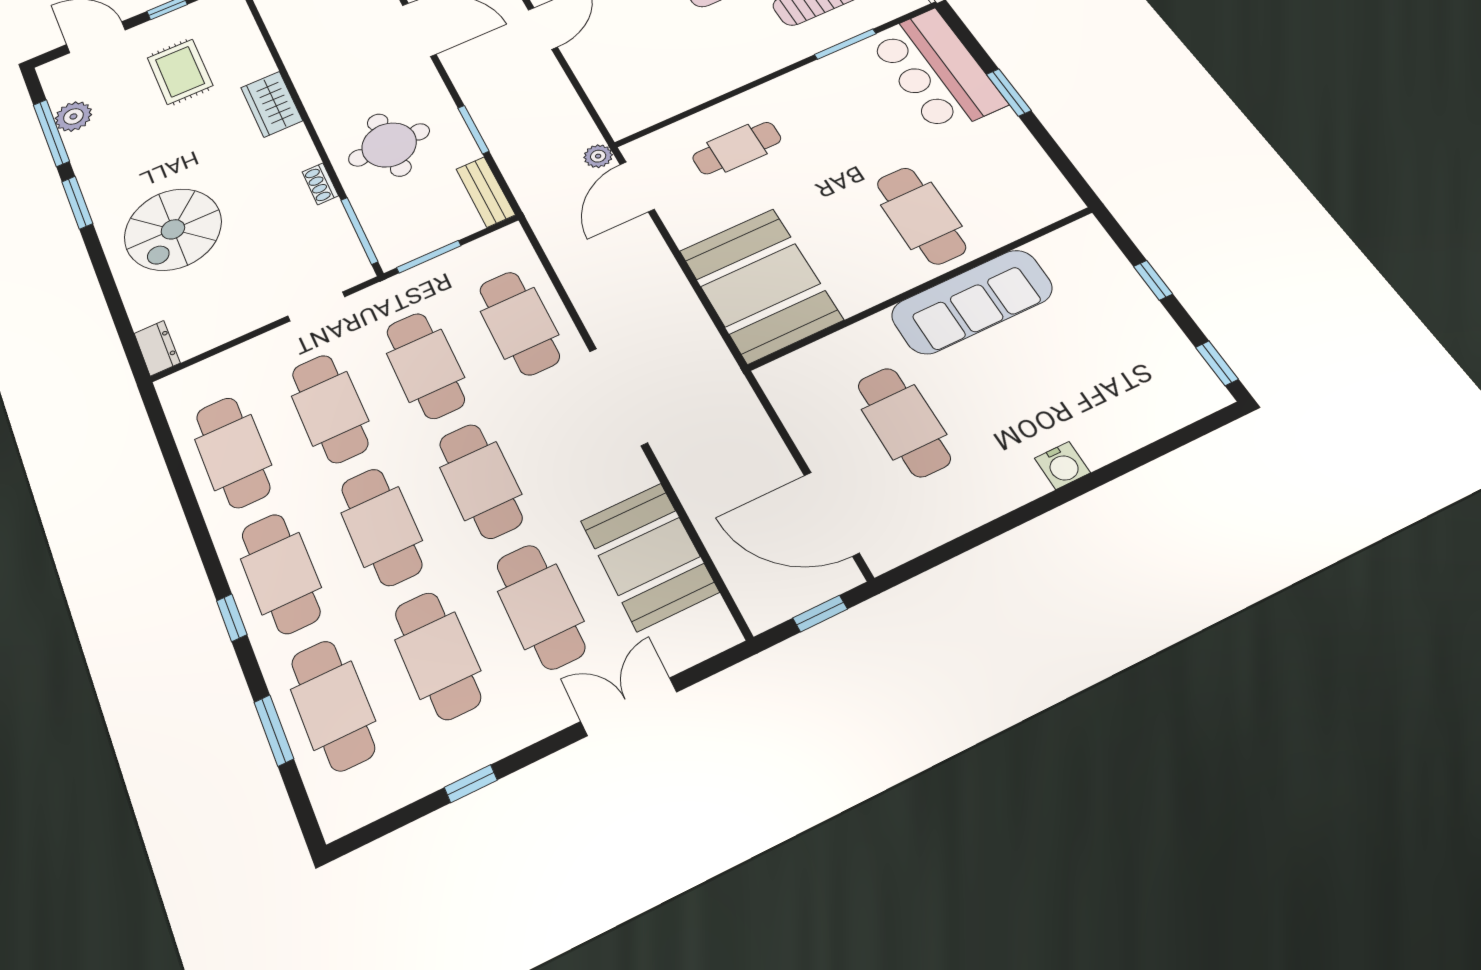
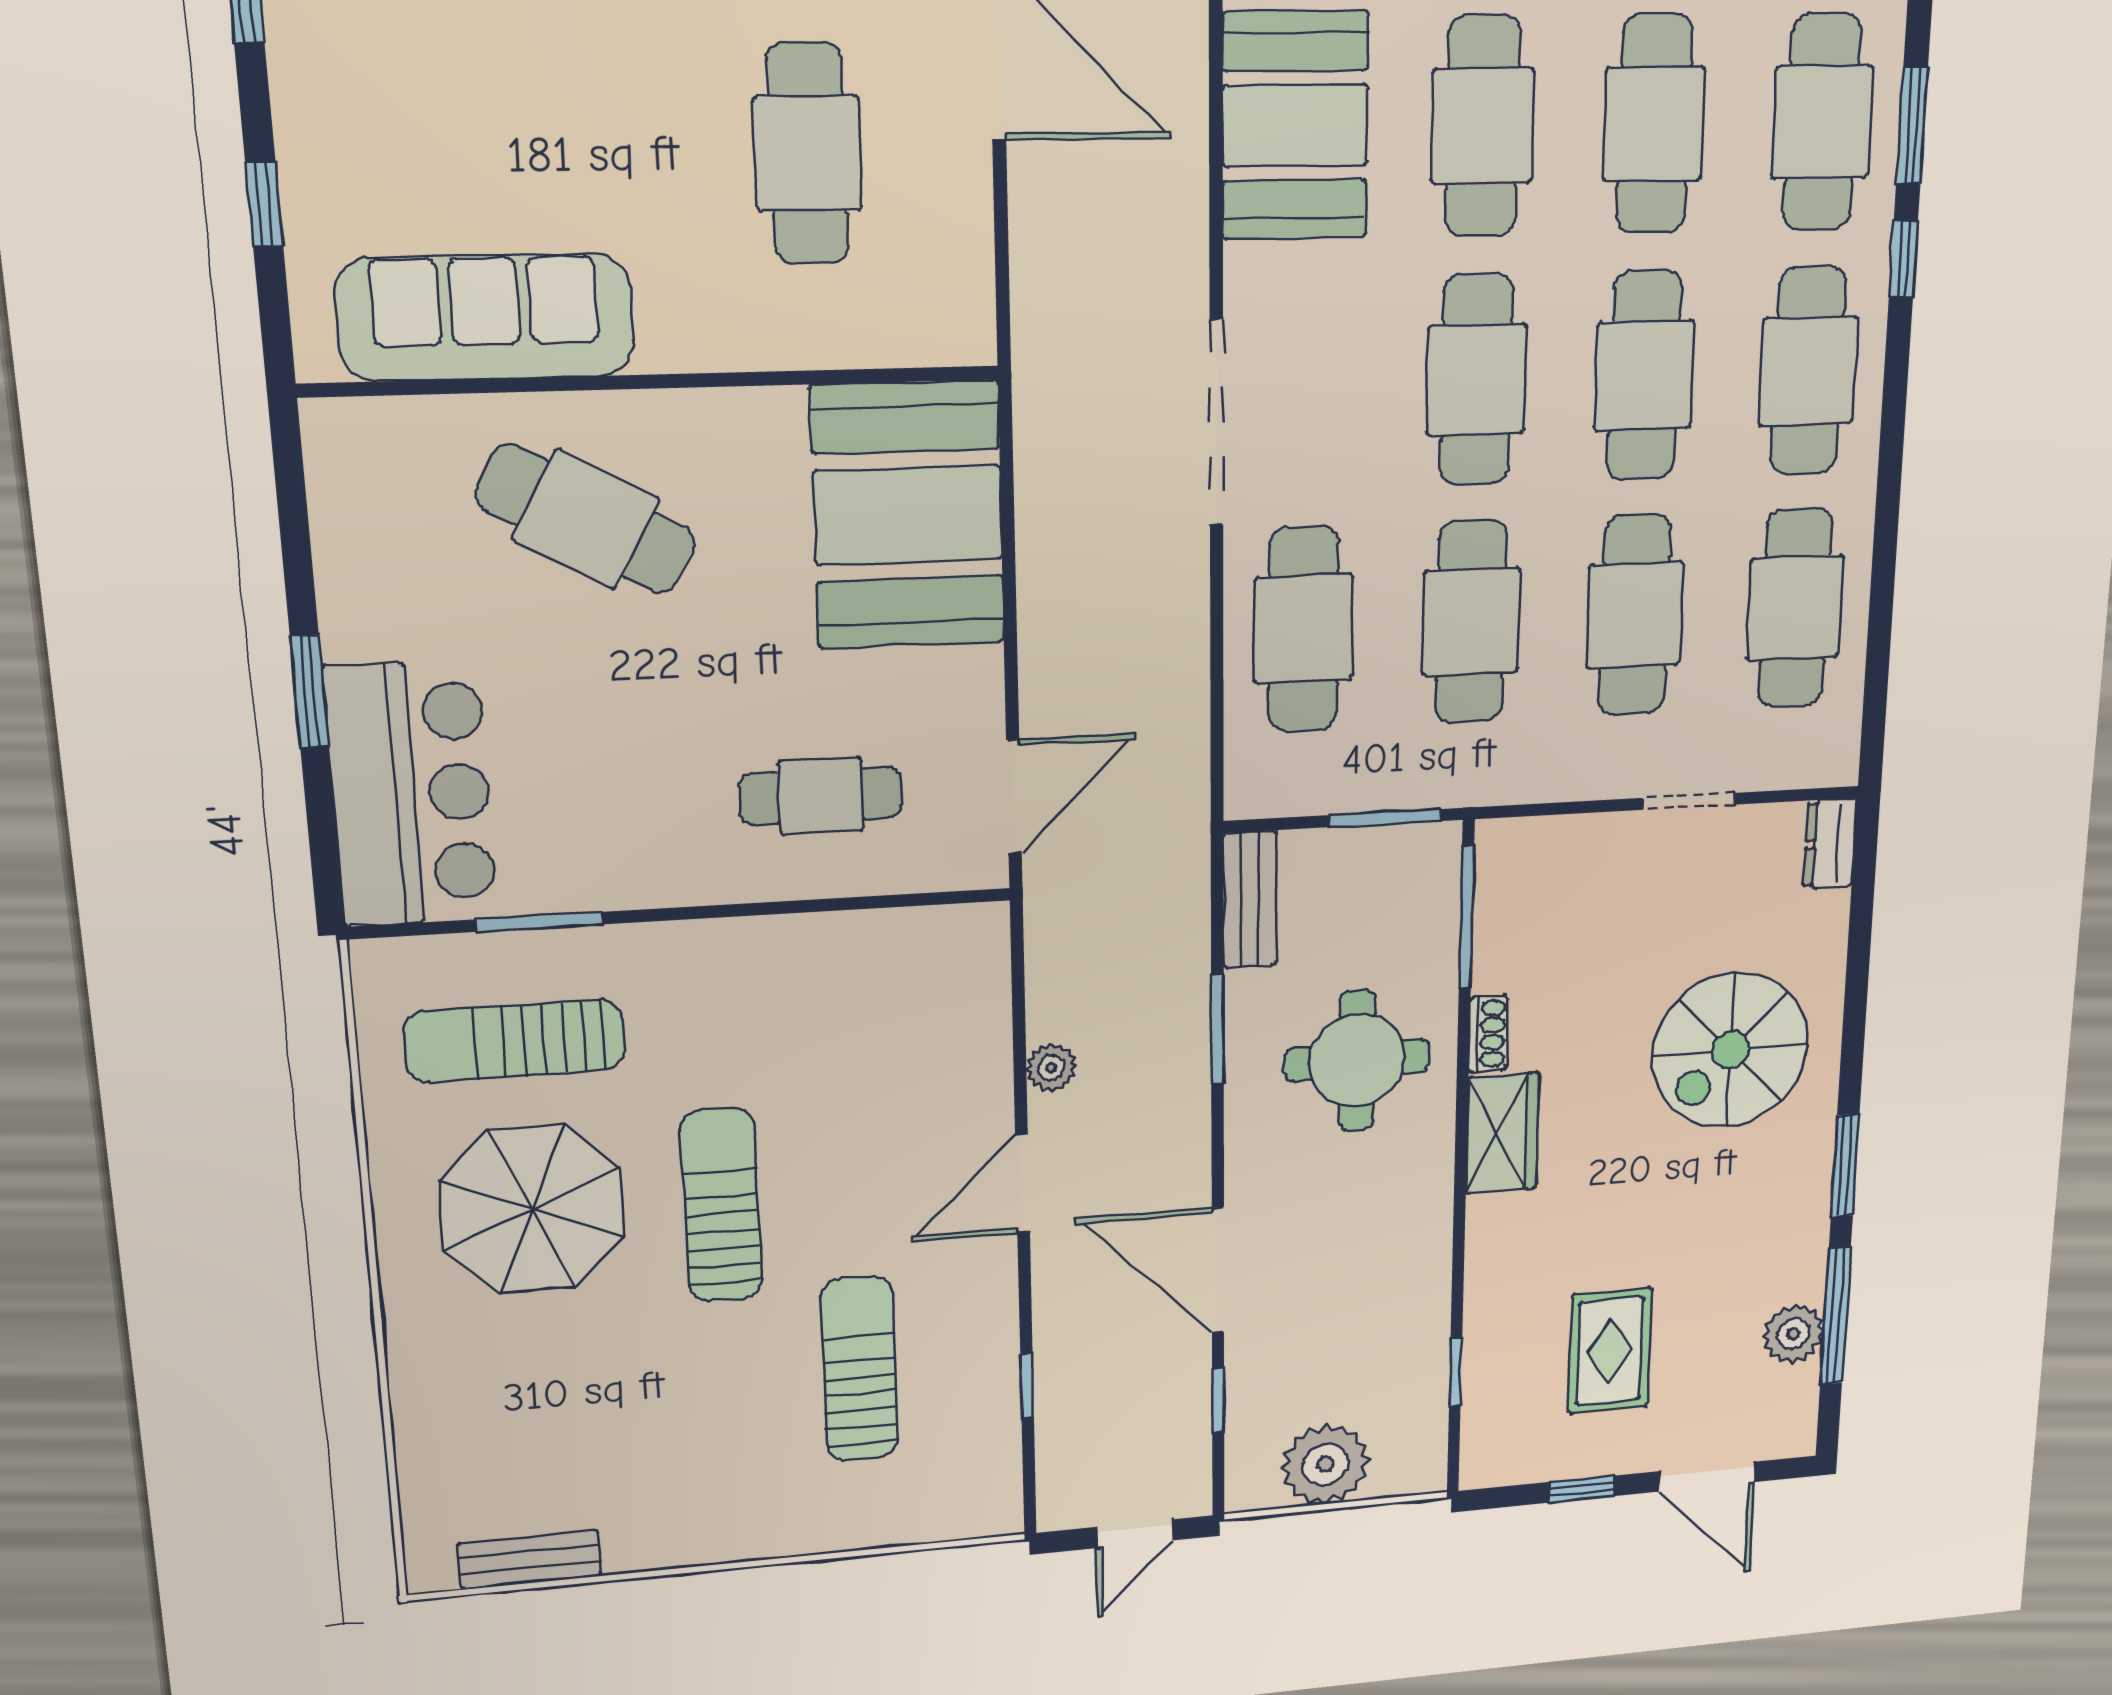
window: (265, 33) -> (1456, 1372), added
wardrobe: (272, 104) -> (1502, 1133), moved
plant: (598, 156) -> (1051, 1068), moved
cafe table: (921, 216) -> (586, 519), turned -61
spiral stairs: (173, 229) -> (1730, 1050), turned 180
sofa: (972, 302) -> (485, 317), moved
doorway: (316, 306) -> (1689, 801), moved
window: (232, 618) -> (1903, 259), moved

